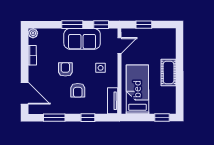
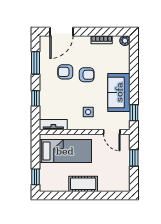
window: (72, 25) -> (134, 82), removed
armchair: (78, 90) -> (65, 72), moved

